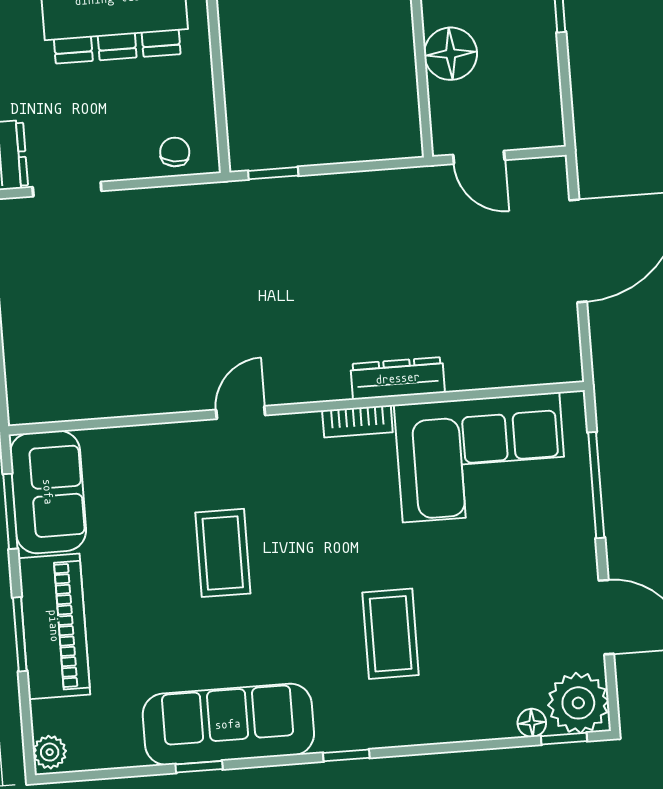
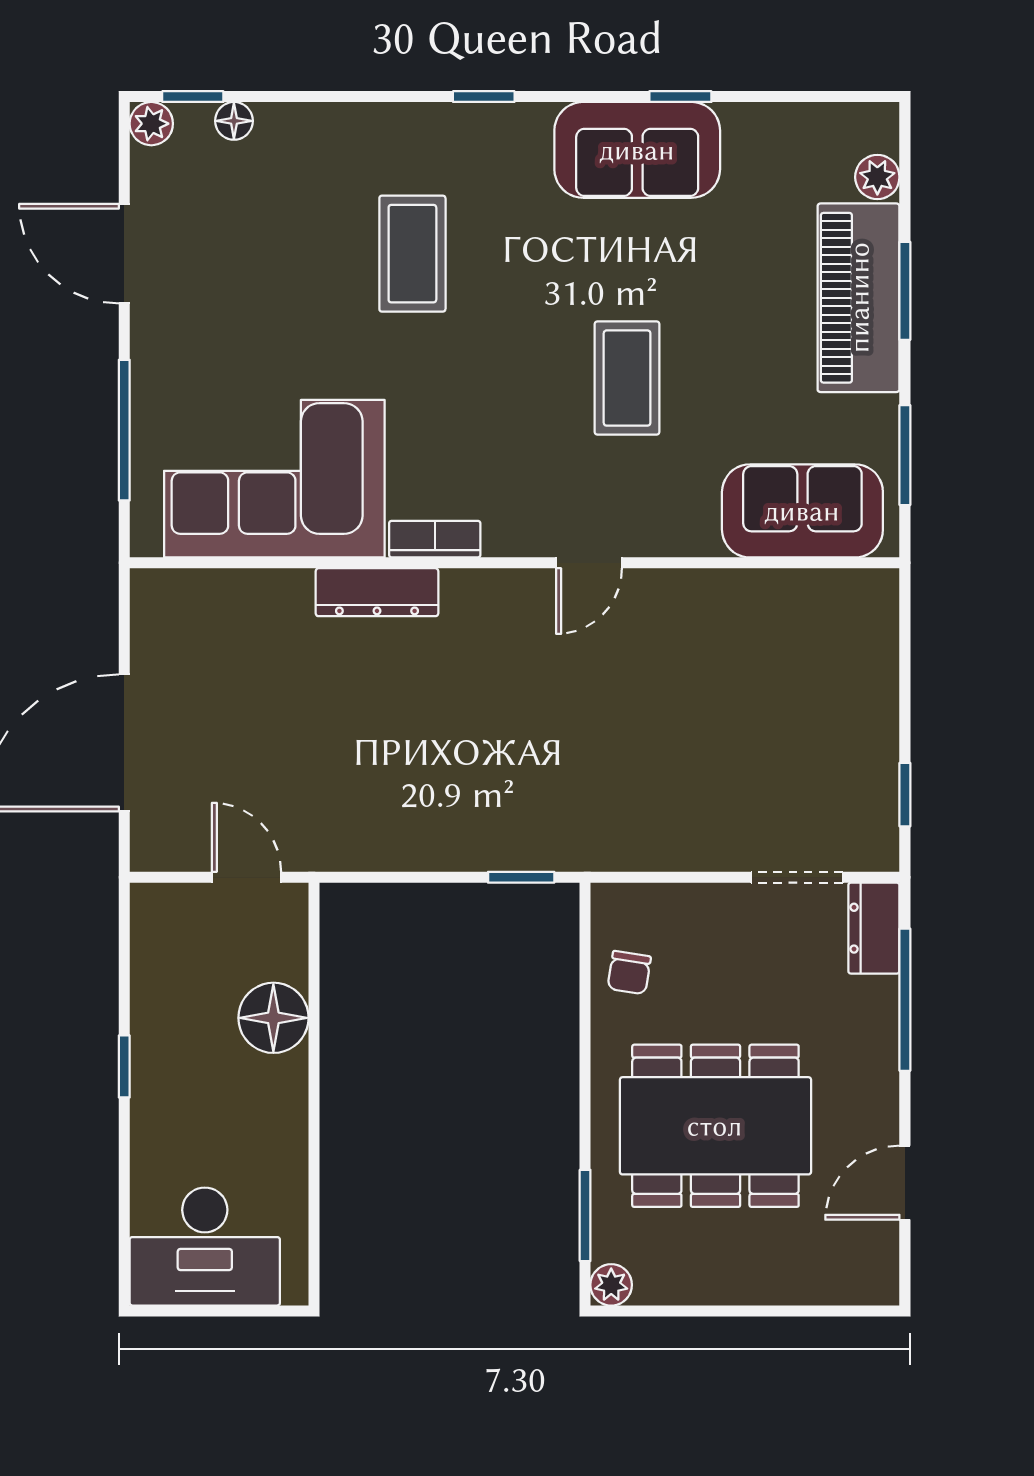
chair: (175, 152) -> (629, 973), moved
sofa: (48, 492) -> (802, 511), moved, turned 90
plant: (578, 703) -> (151, 124), width x0.53, depth x0.53
sofa: (228, 724) -> (637, 150), width x0.73
plant: (50, 752) -> (877, 177), moved

